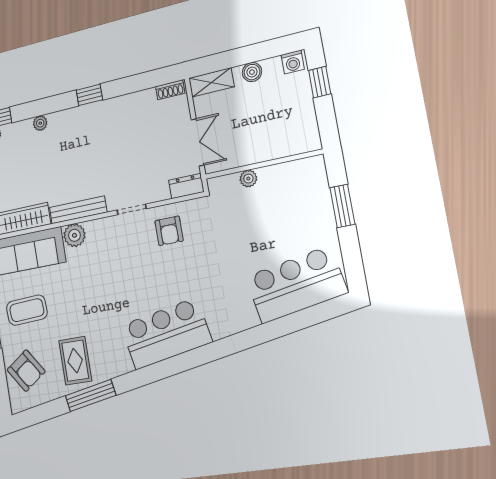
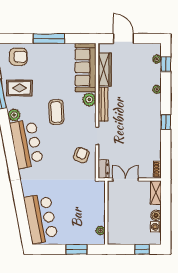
washing machine: (293, 62) -> (156, 227), moved
double door: (198, 142) -> (126, 179), swing flipped
plant: (248, 179) -> (100, 230), moved
armchair: (169, 231) -> (81, 155), turned 110
coffee table: (27, 310) -> (56, 112), moved
plant: (121, 364) -> (14, 115), added
armchair: (26, 371) -> (18, 57), turned -145

